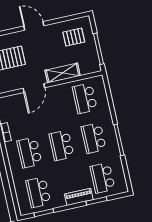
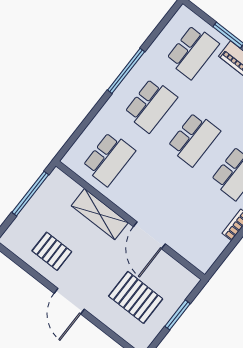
pallet: (74, 37) -> (52, 251), moved
door: (34, 88) -> (149, 235), swing flipped

